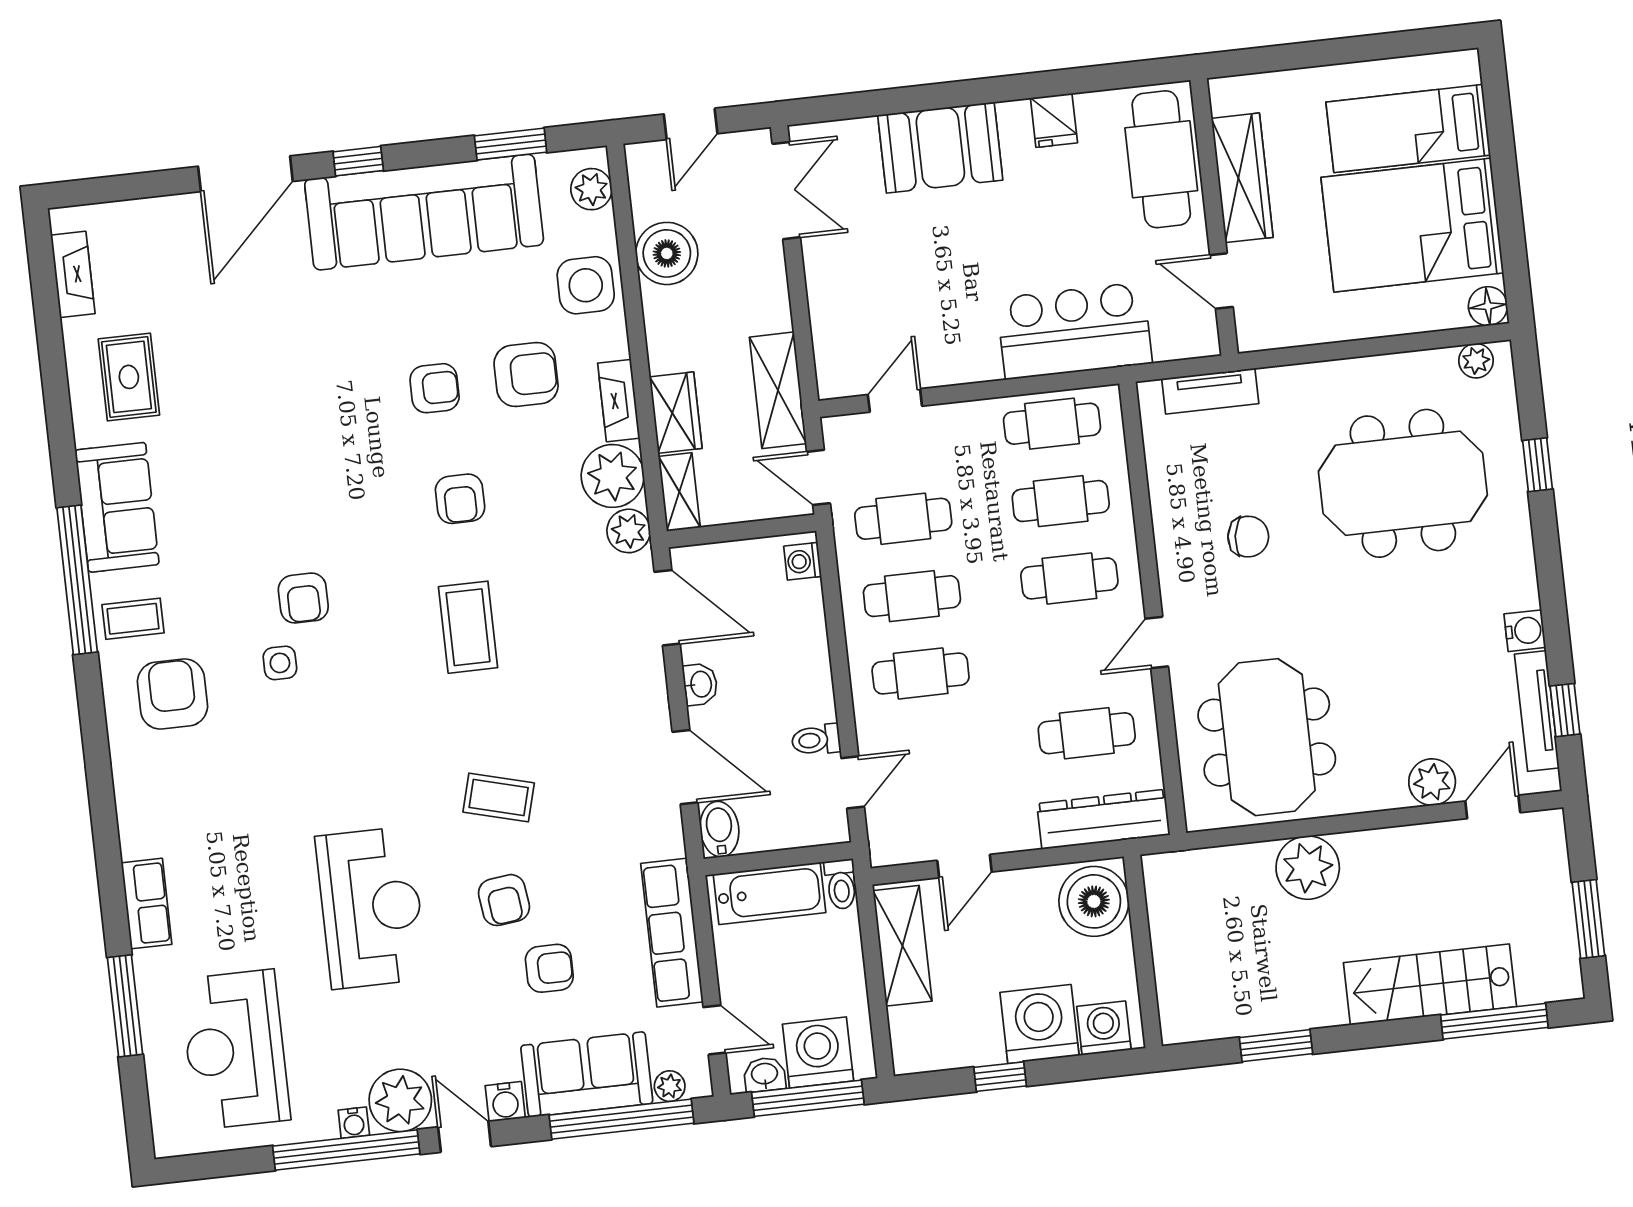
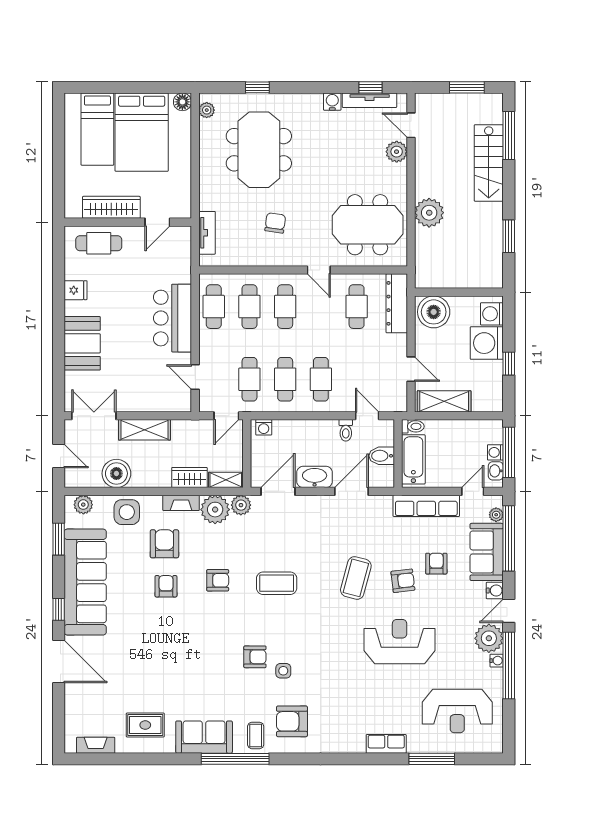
cafe table: (1161, 159) -> (99, 243), width x0.73, depth x0.74
bar counter: (1074, 331) -> (173, 318), moved
shelving: (778, 390) -> (144, 430), moved
washbasin: (700, 684) -> (315, 477), width x1.91, depth x1.45
coffee table: (499, 798) -> (356, 578), width x1.36, depth x1.30
bidet: (719, 829) -> (382, 456), moved
washing machine: (818, 1052) -> (495, 452), width x0.53, depth x0.53

